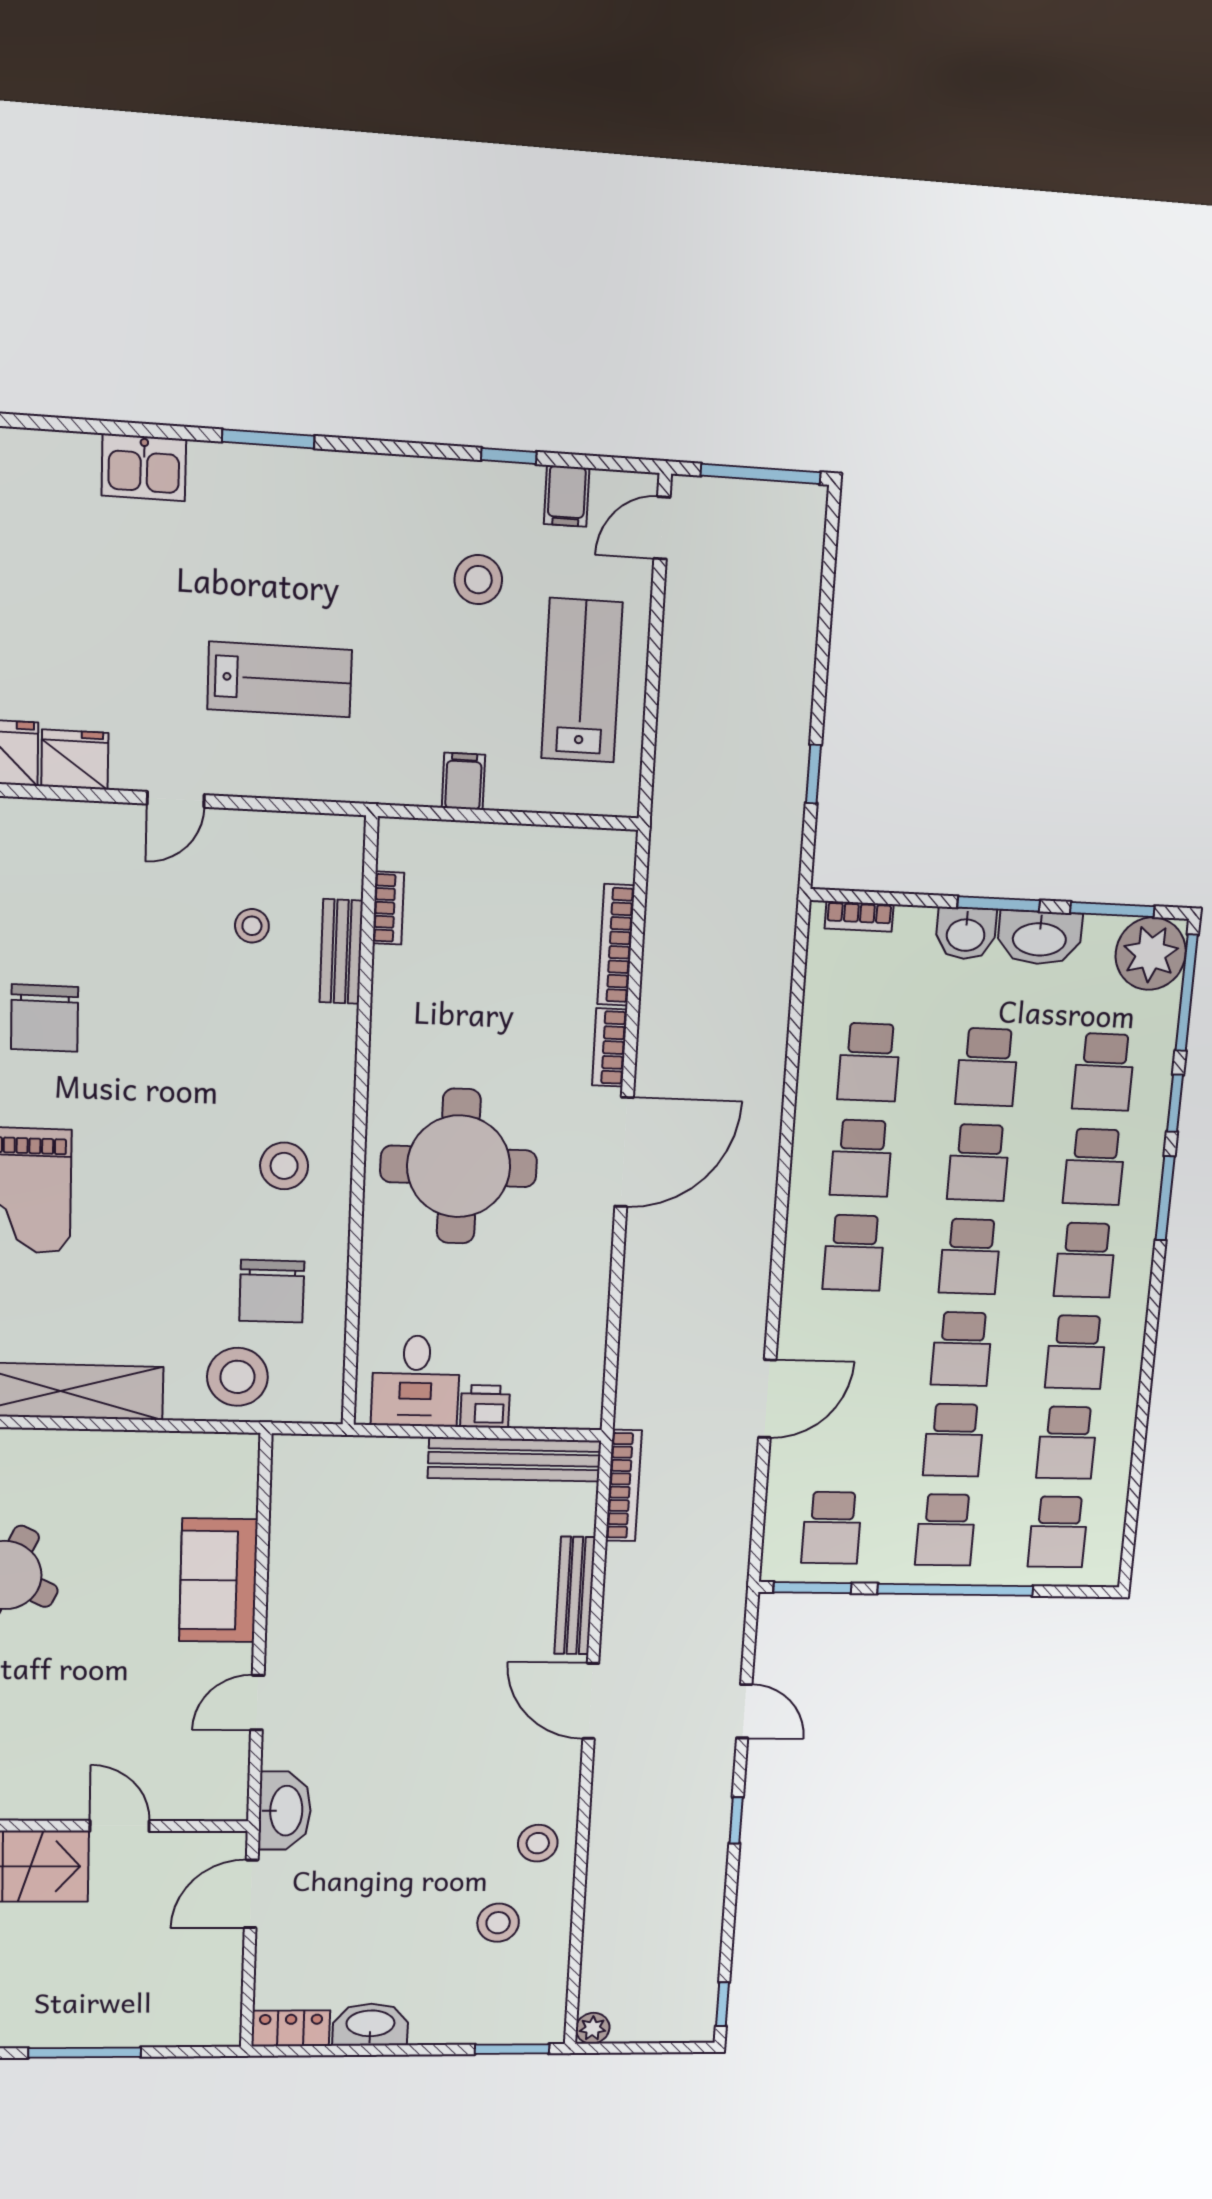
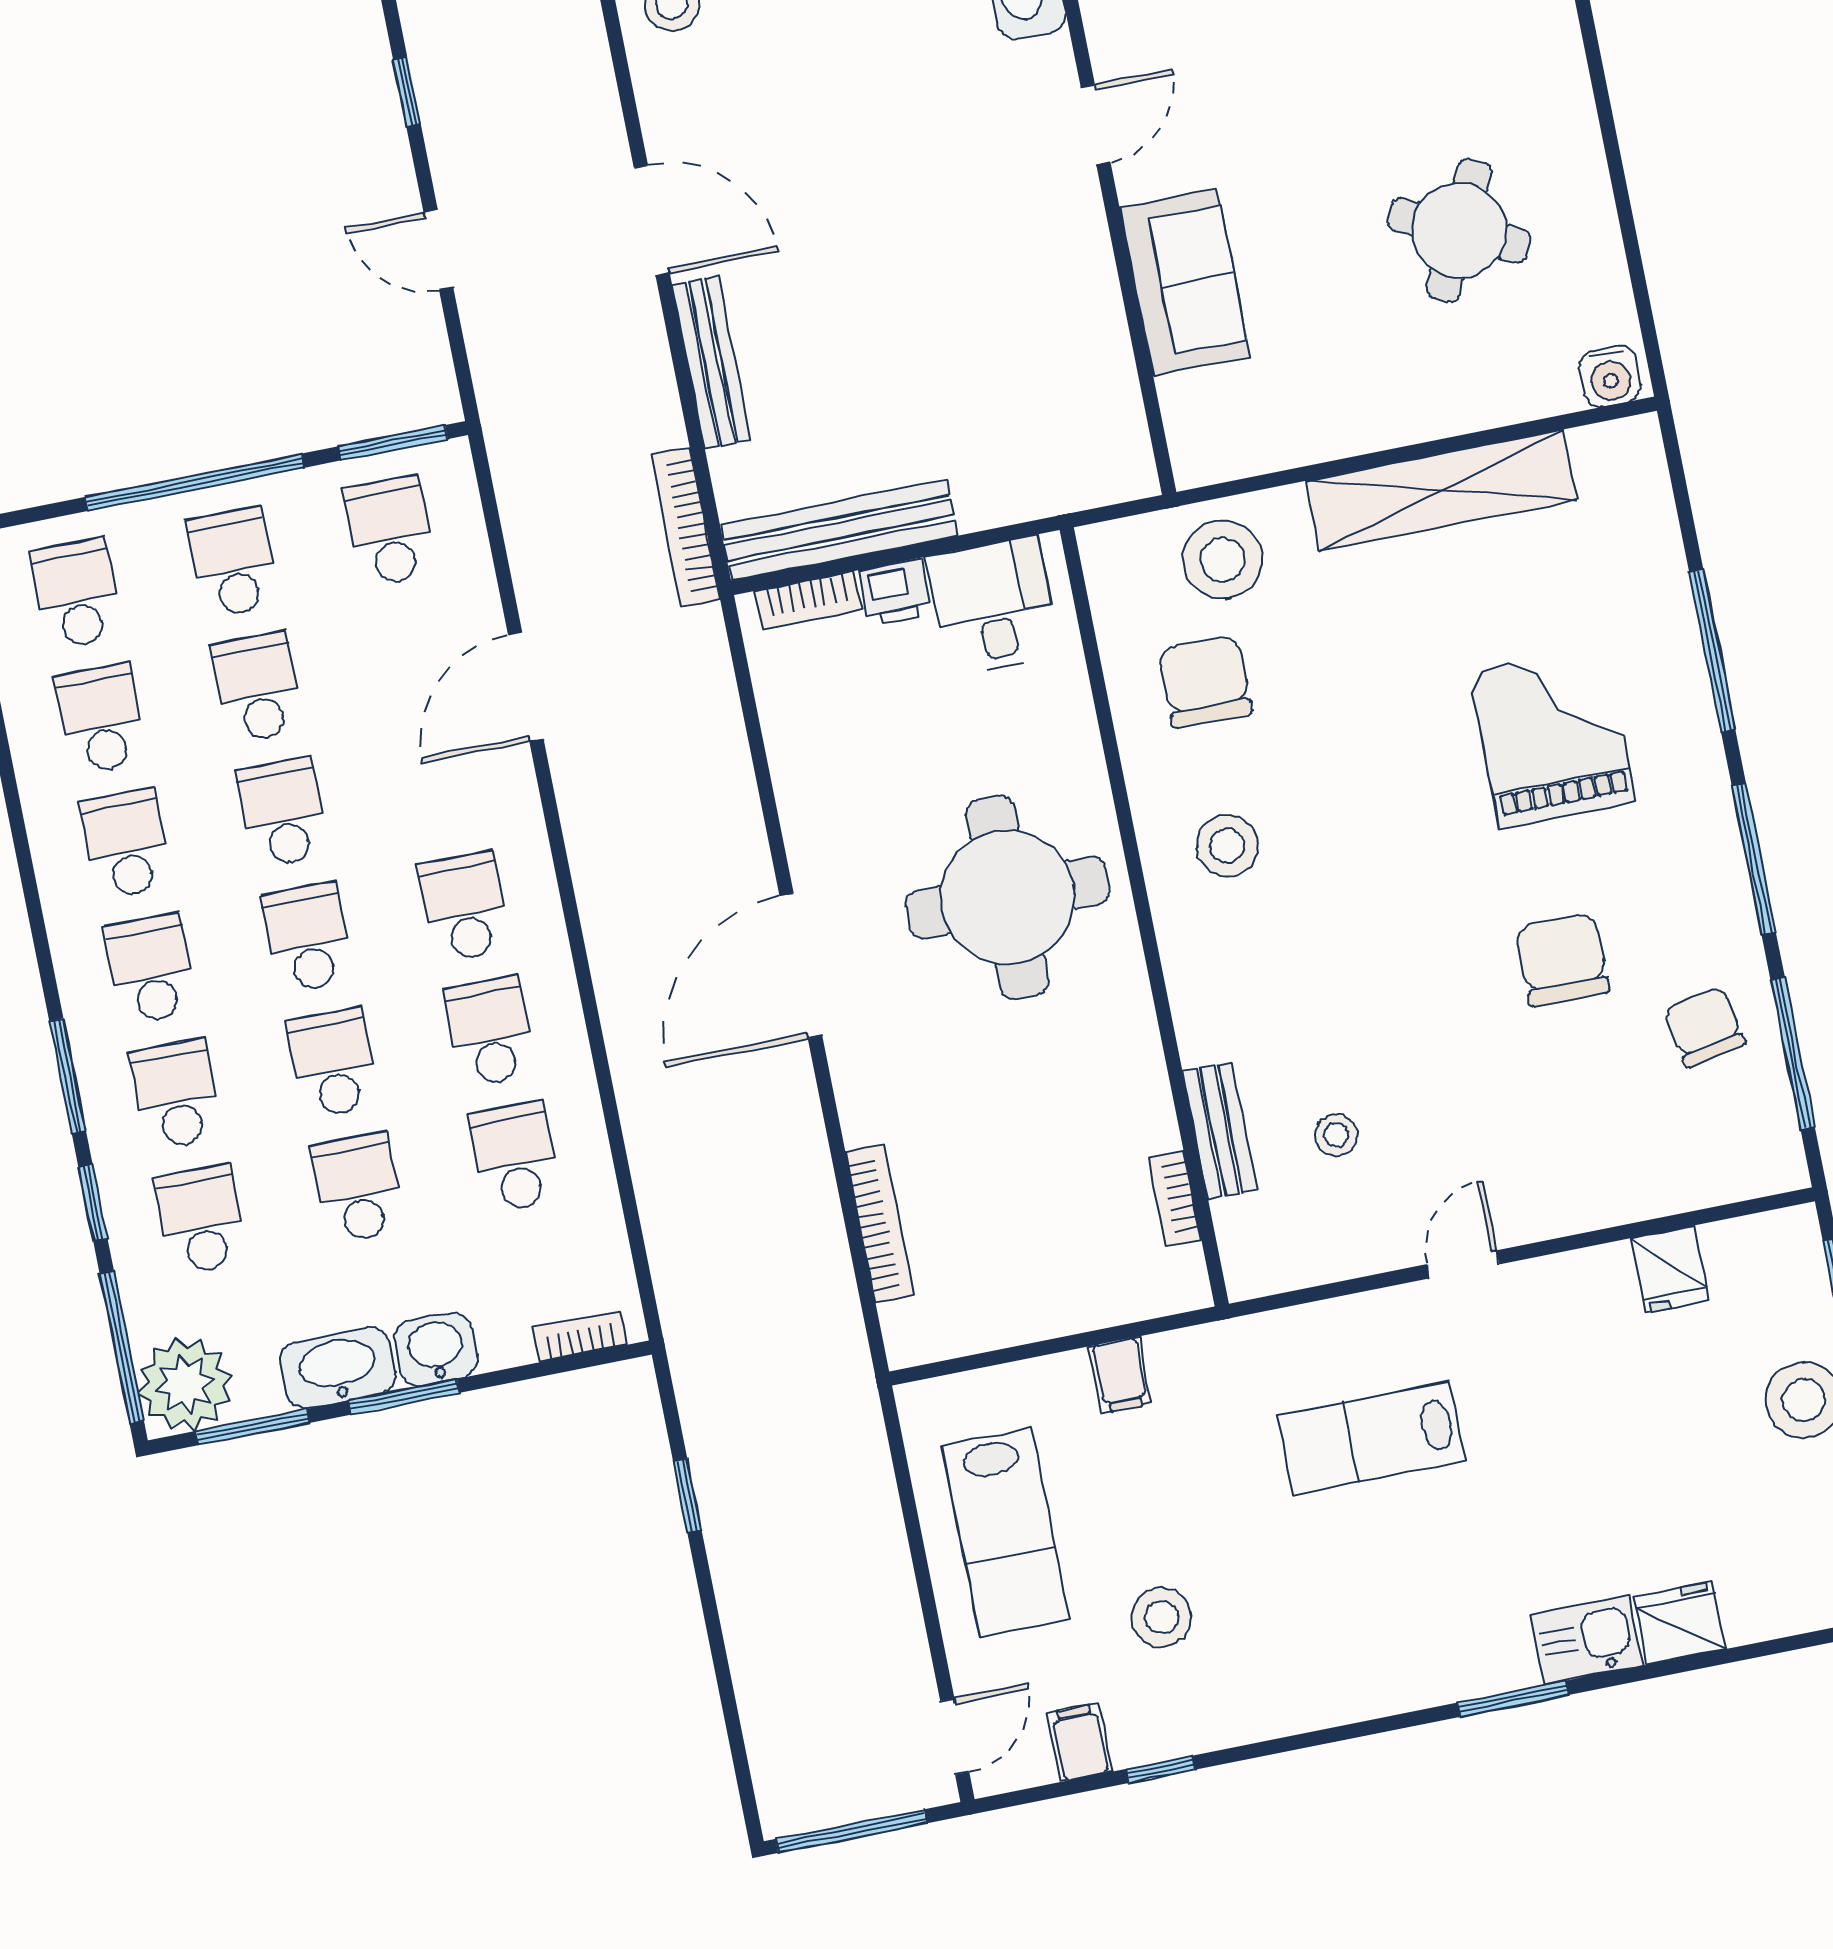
window: (268, 439) -> (1513, 1699), moved
fridge: (75, 760) -> (1680, 1623), moved, turned 180
bookcase: (610, 1047) -> (808, 601), moved, turned 90

